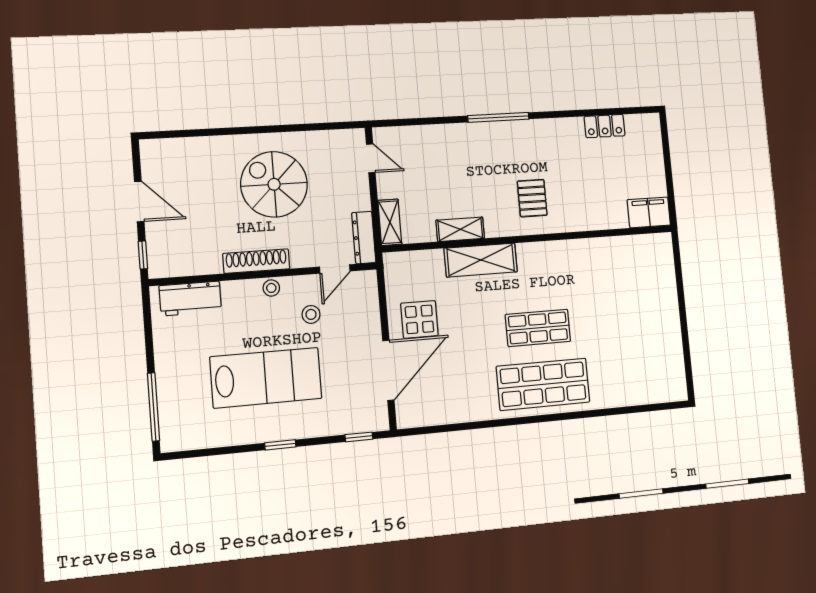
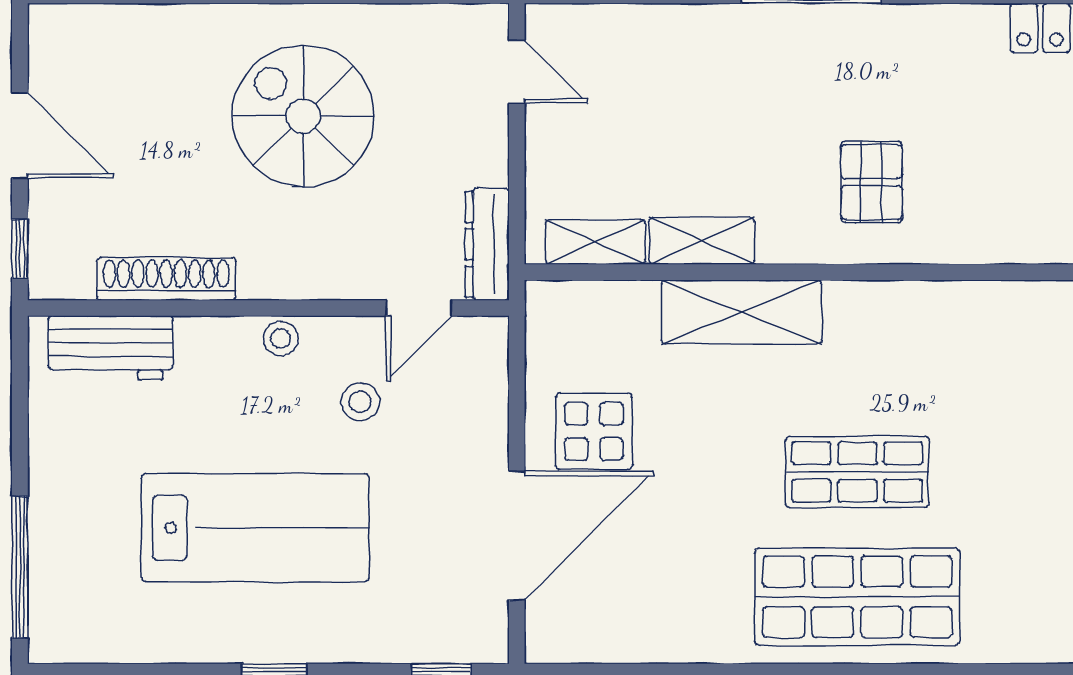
shelving: (390, 222) -> (595, 242), moved, turned 90
shoe rack: (256, 261) -> (166, 279), moved

